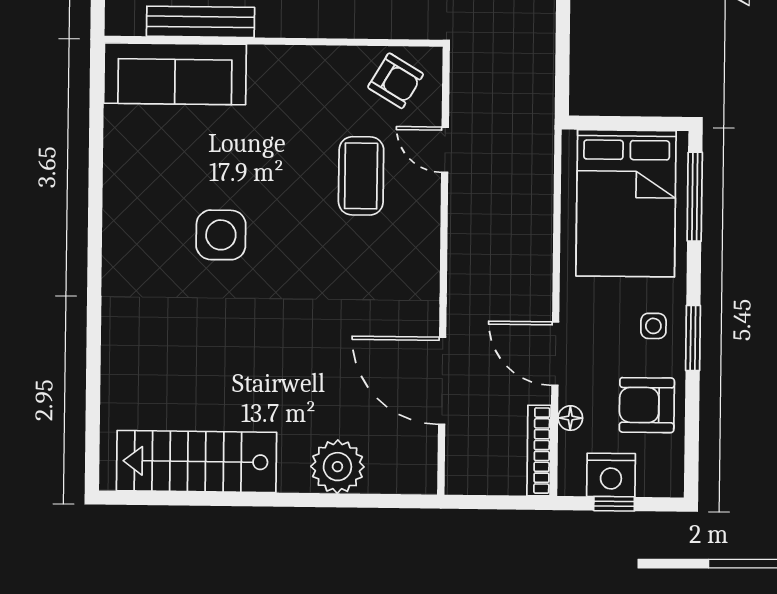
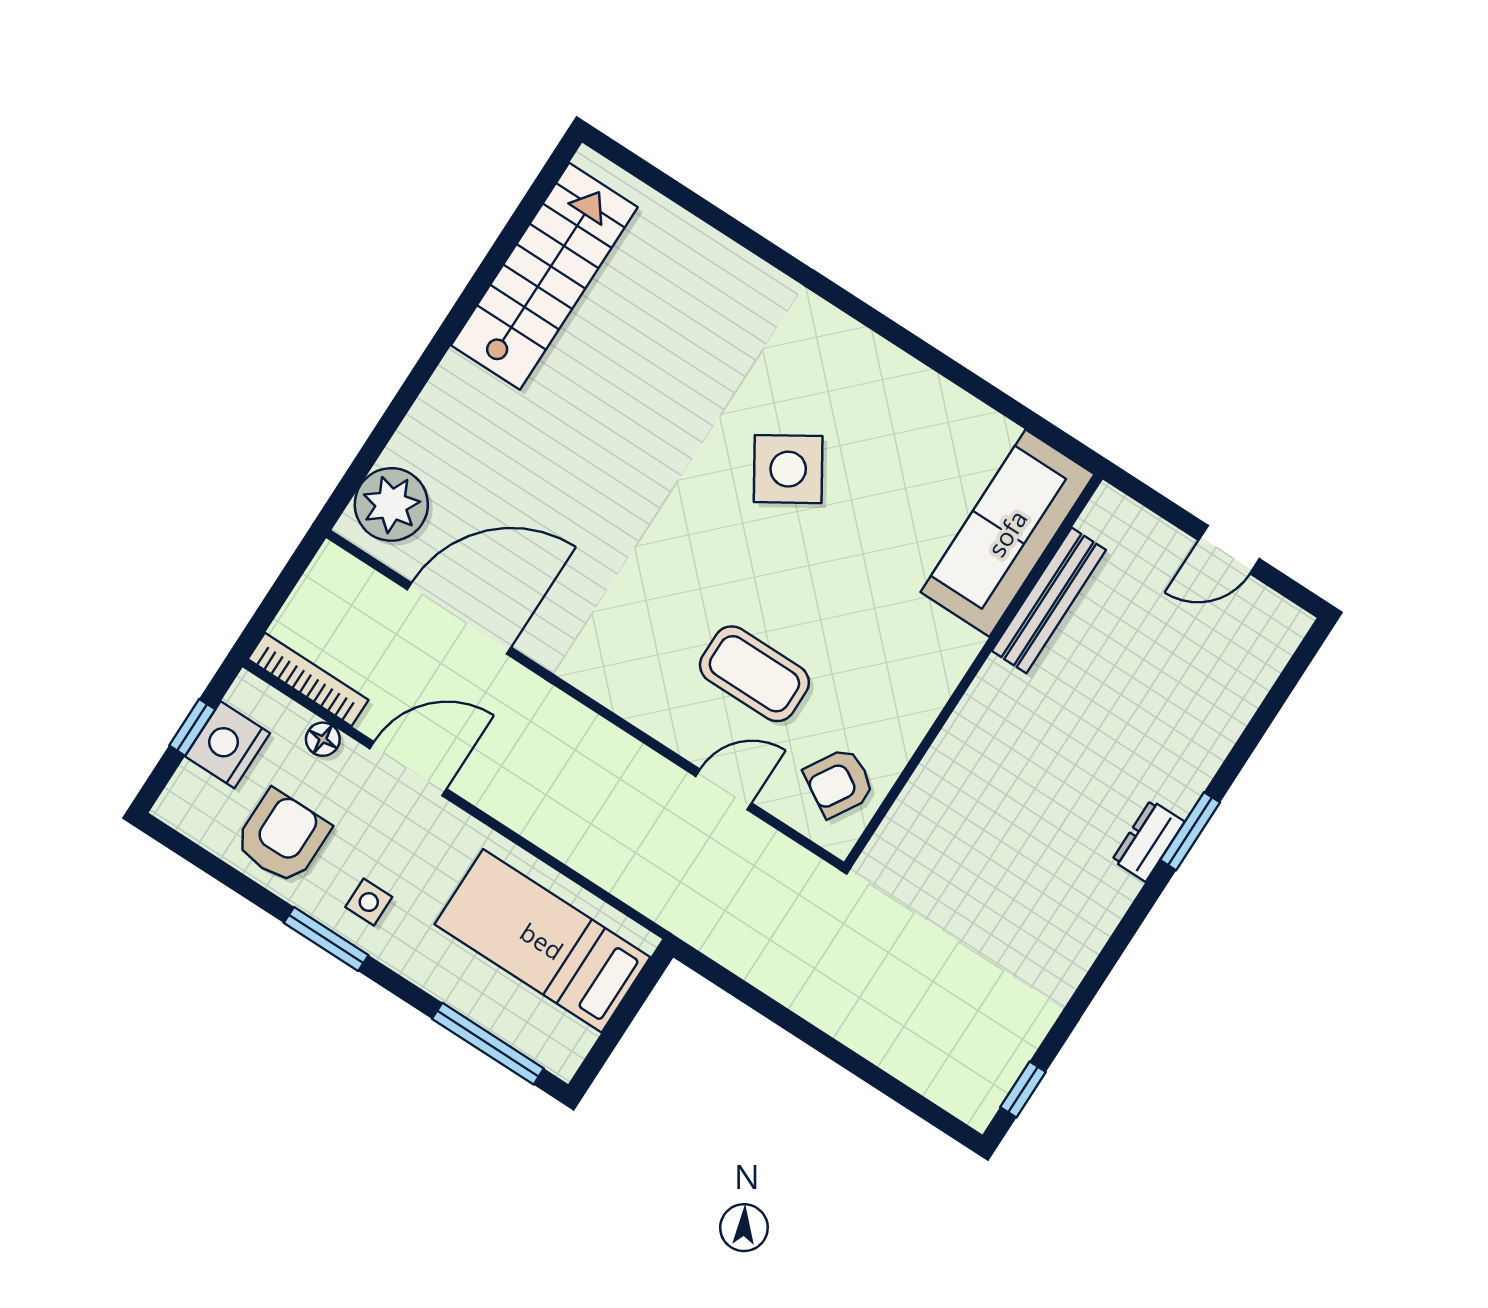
bed: (626, 203) -> (542, 941), width x0.67
side table: (221, 235) -> (788, 469), turned -32
plant: (337, 467) -> (391, 504), moved

